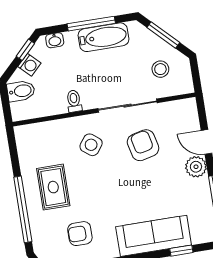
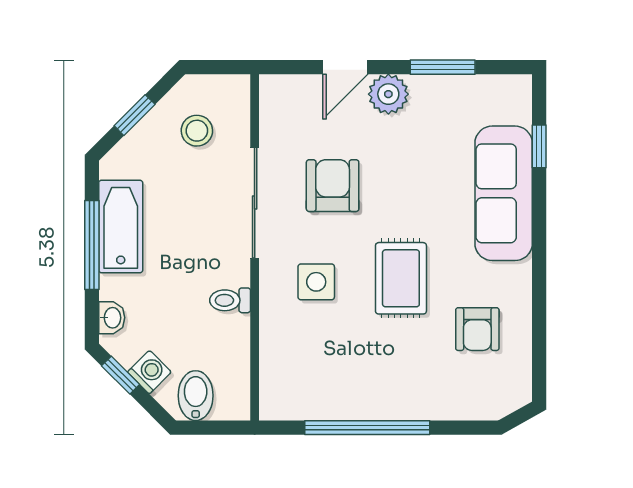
window: (163, 35) -> (135, 115), width x0.67
side table: (91, 145) -> (316, 282), turned -37
armchair: (143, 145) -> (333, 186), turned 103
rug: (53, 187) -> (401, 278), moved, turned 90
window: (23, 209) -> (367, 428), moved

